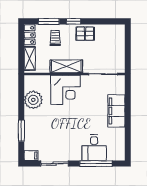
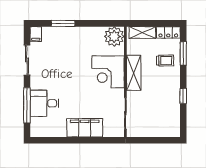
window: (73, 21) -> (183, 96), moved
pallet: (85, 34) -> (170, 93), removed
plant: (33, 100) -> (114, 36), moved

